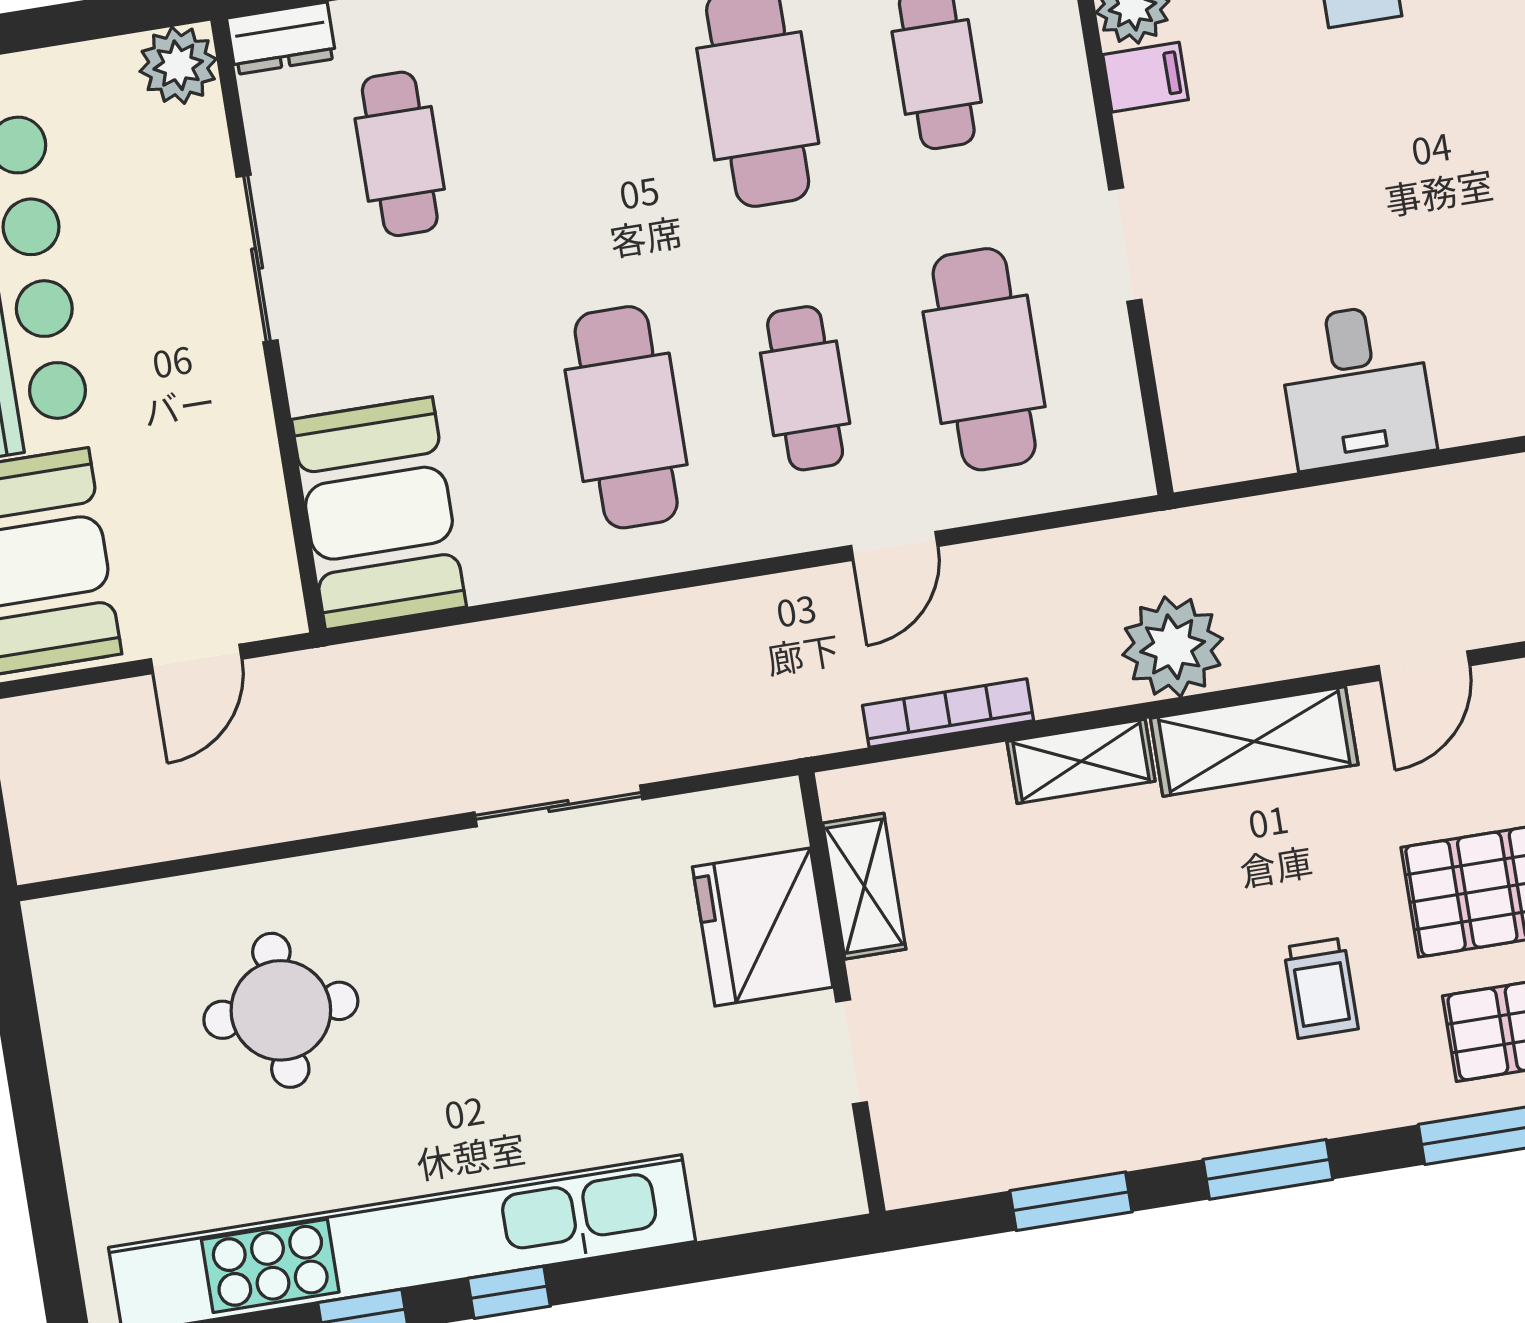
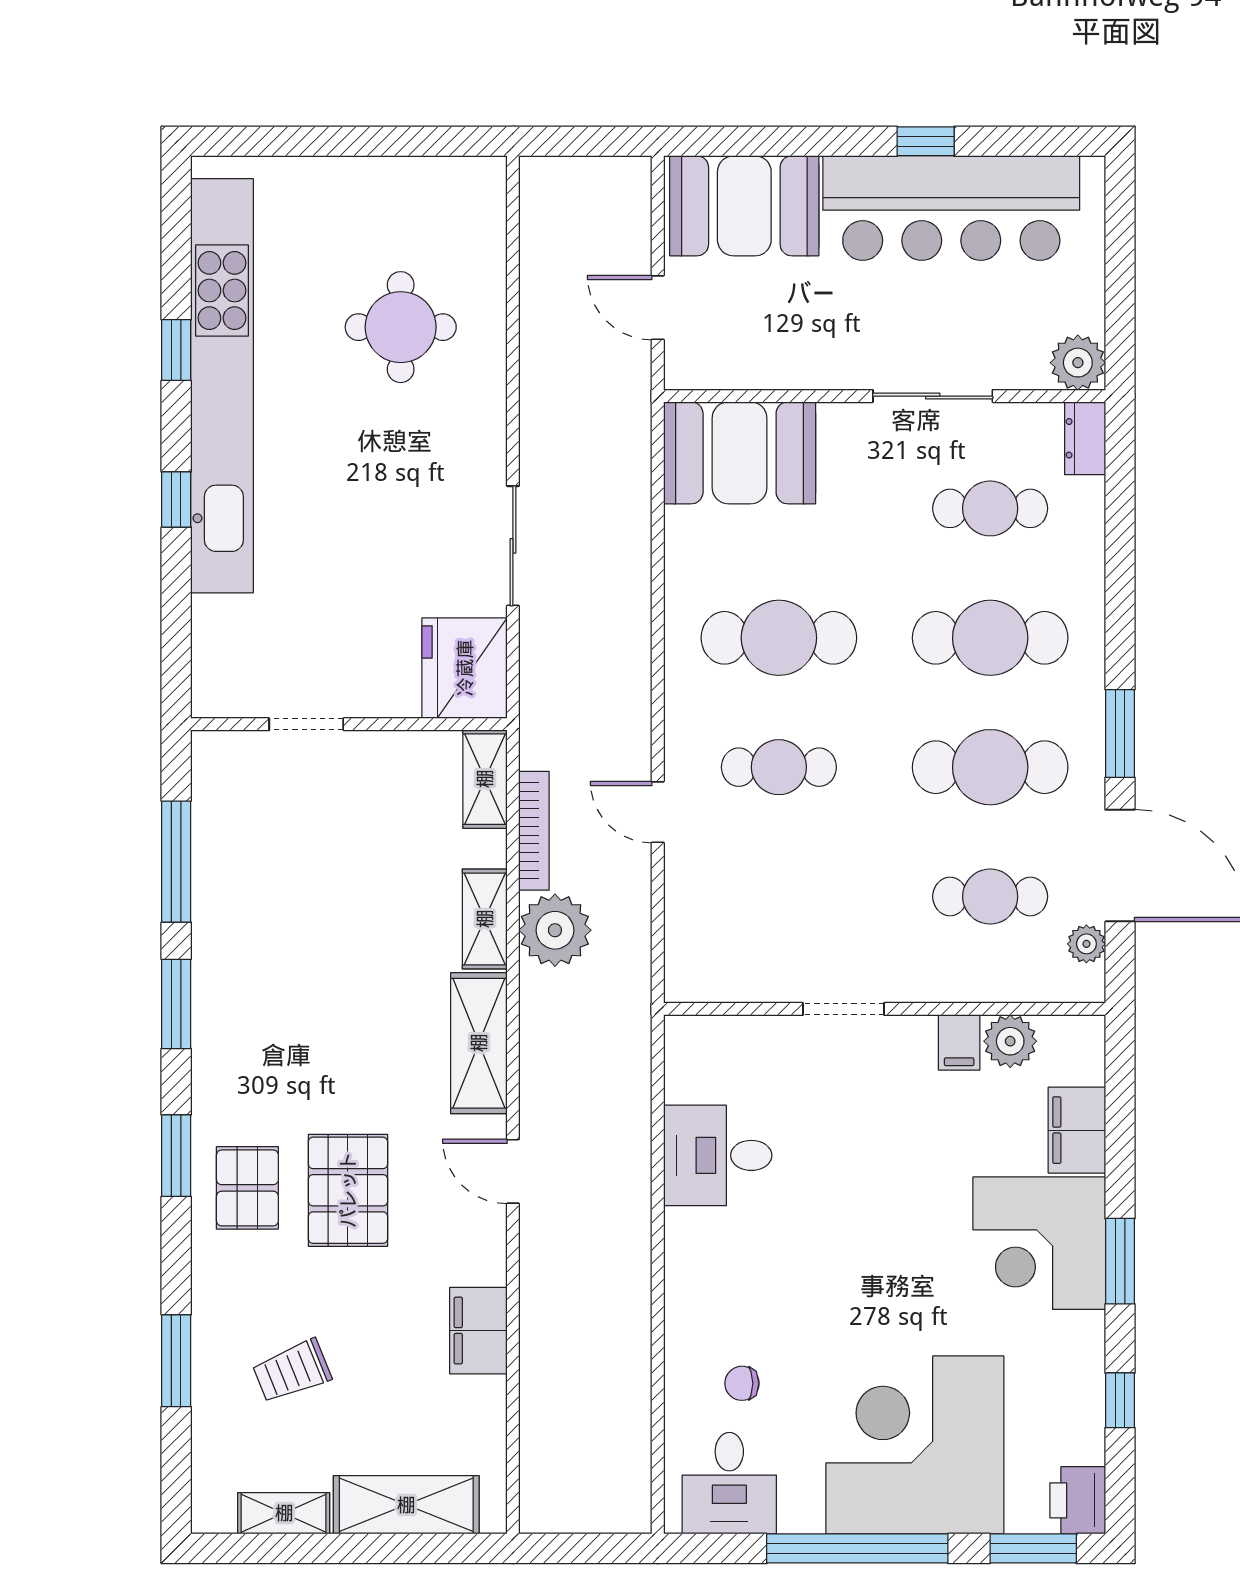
cafe table: (984, 359) -> (990, 638), moved
plant: (1173, 647) -> (555, 930), moved
shelving: (864, 886) -> (485, 779), moved, turned 90
fridge: (763, 927) -> (465, 668), moved, turned -90
trolley: (1321, 988) -> (298, 1062), removed
window: (1071, 1201) -> (176, 862), width x1.44
window: (509, 1292) -> (176, 500), moved

